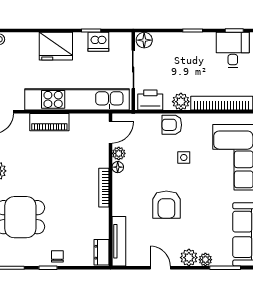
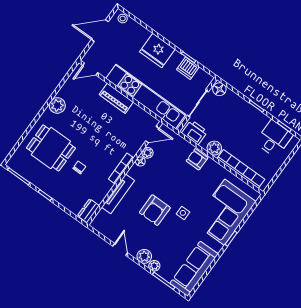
side table: (184, 157) -> (183, 213), moved
tv unit: (119, 241) -> (118, 194), moved
chair: (57, 256) -> (79, 167), moved

